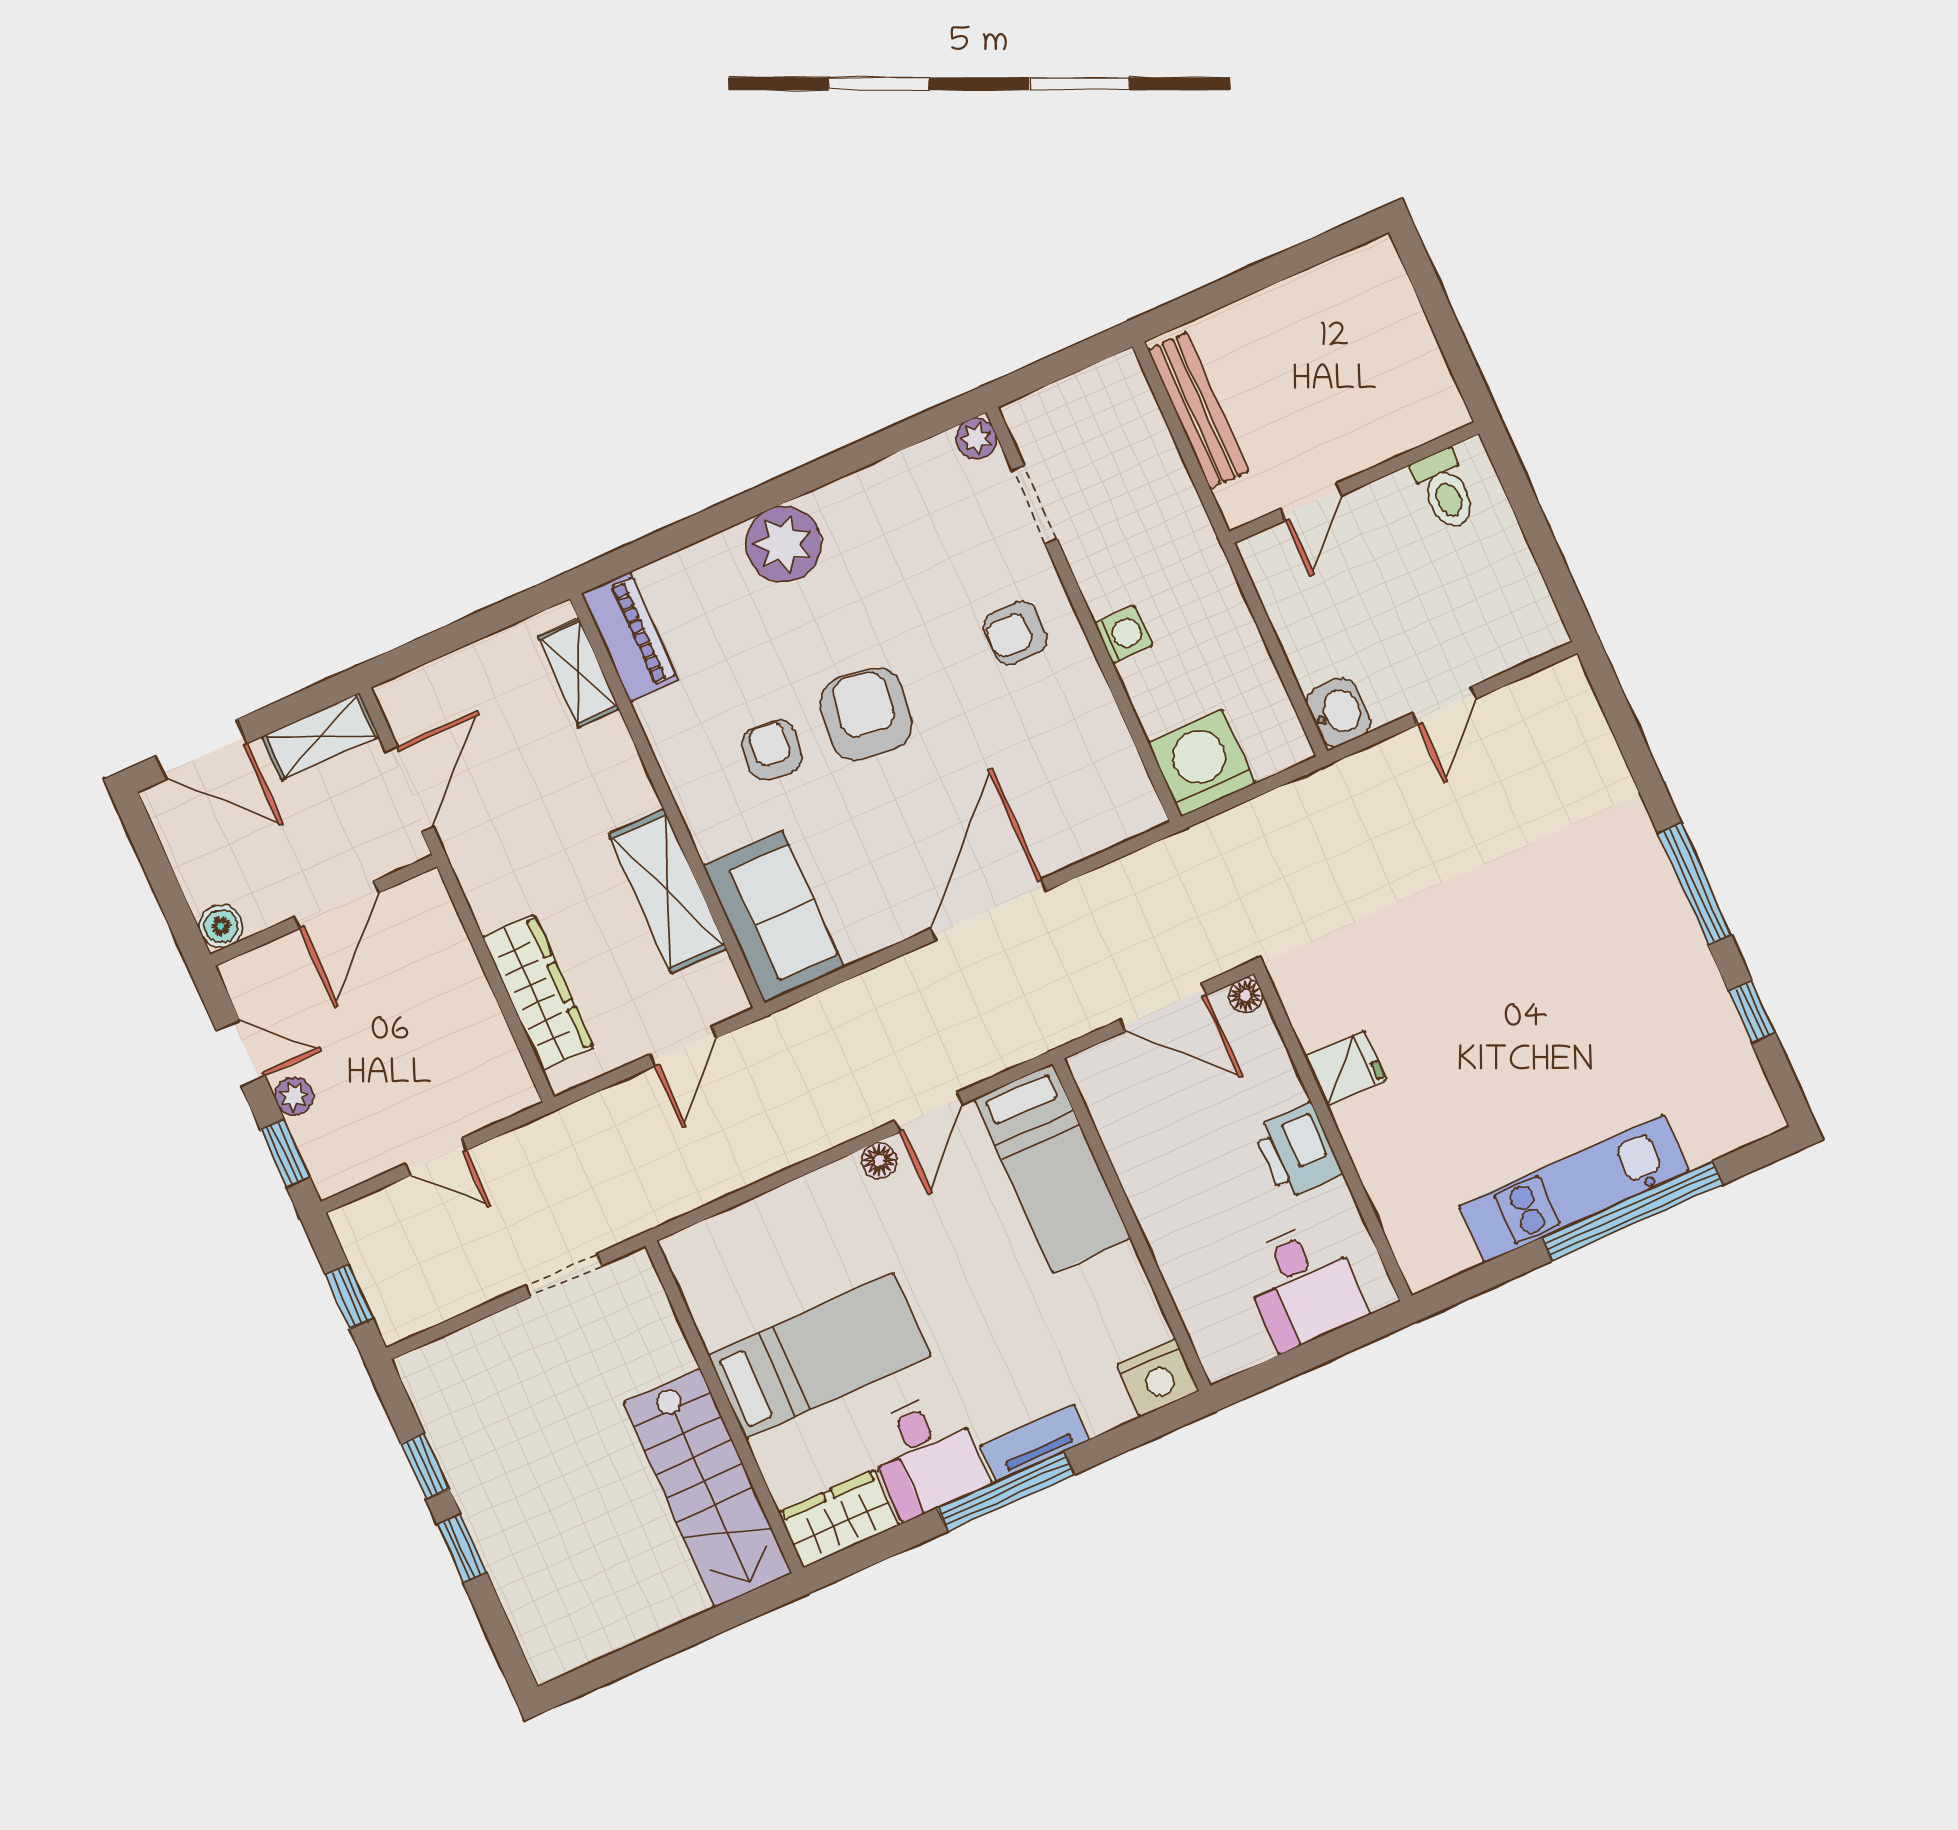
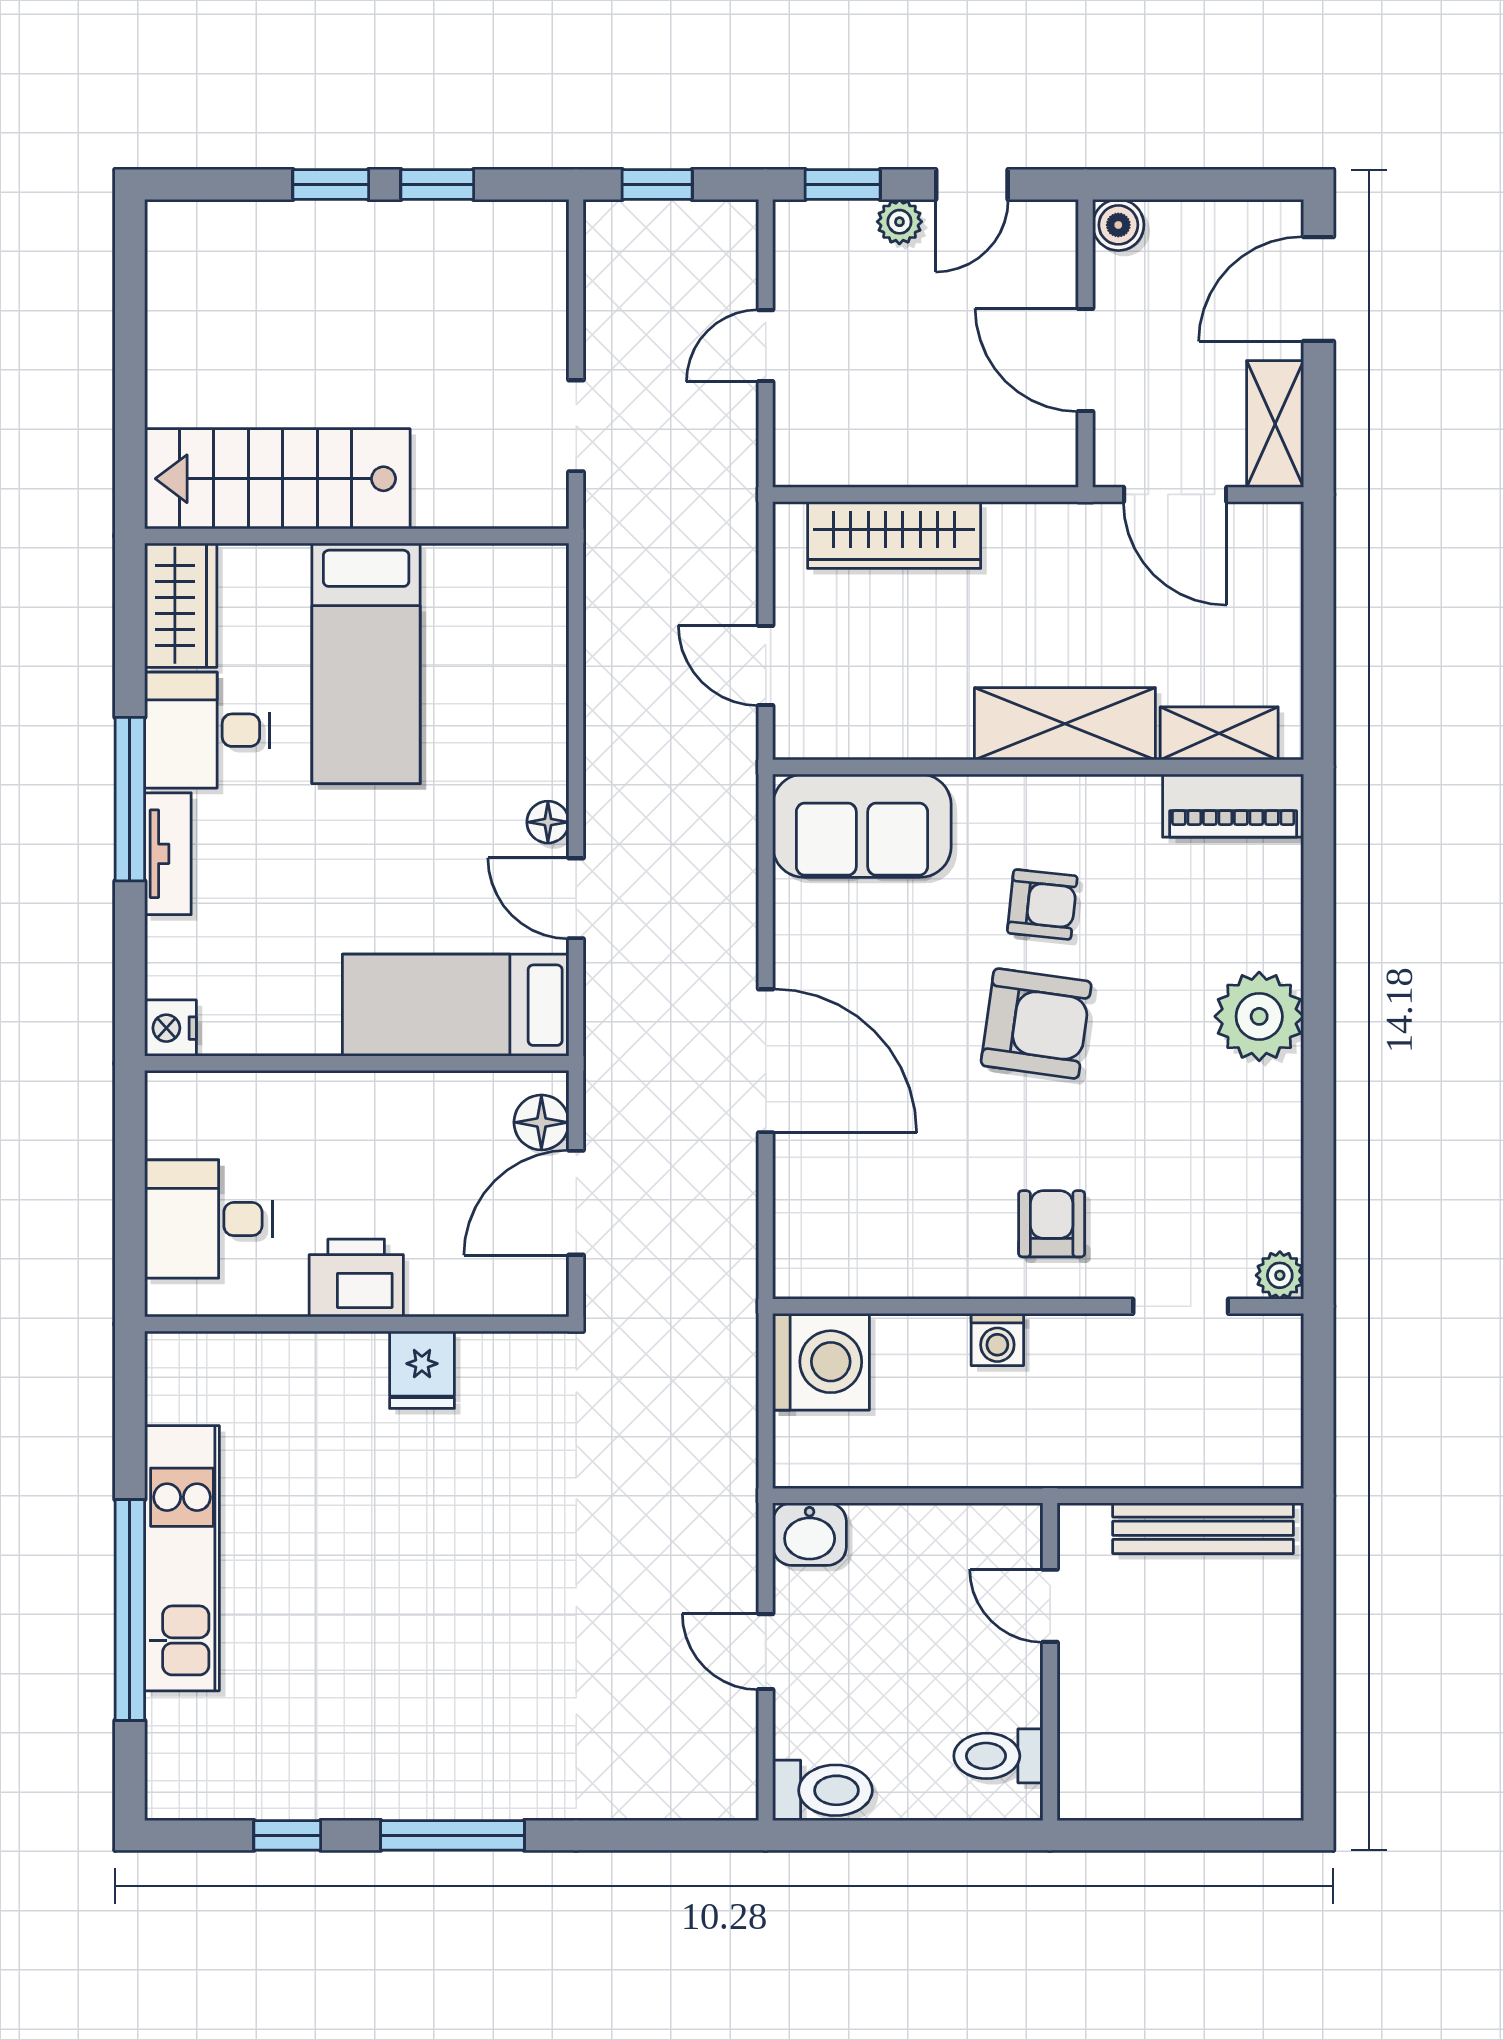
toilet: (1532, 614) -> (822, 1790), added
shelving: (668, 892) -> (1065, 724), moved
floor lamp: (1245, 996) -> (541, 1122), moved, width x1.37, depth x1.37
nightstand: (1158, 1378) -> (170, 1028), width x0.74, depth x0.75

